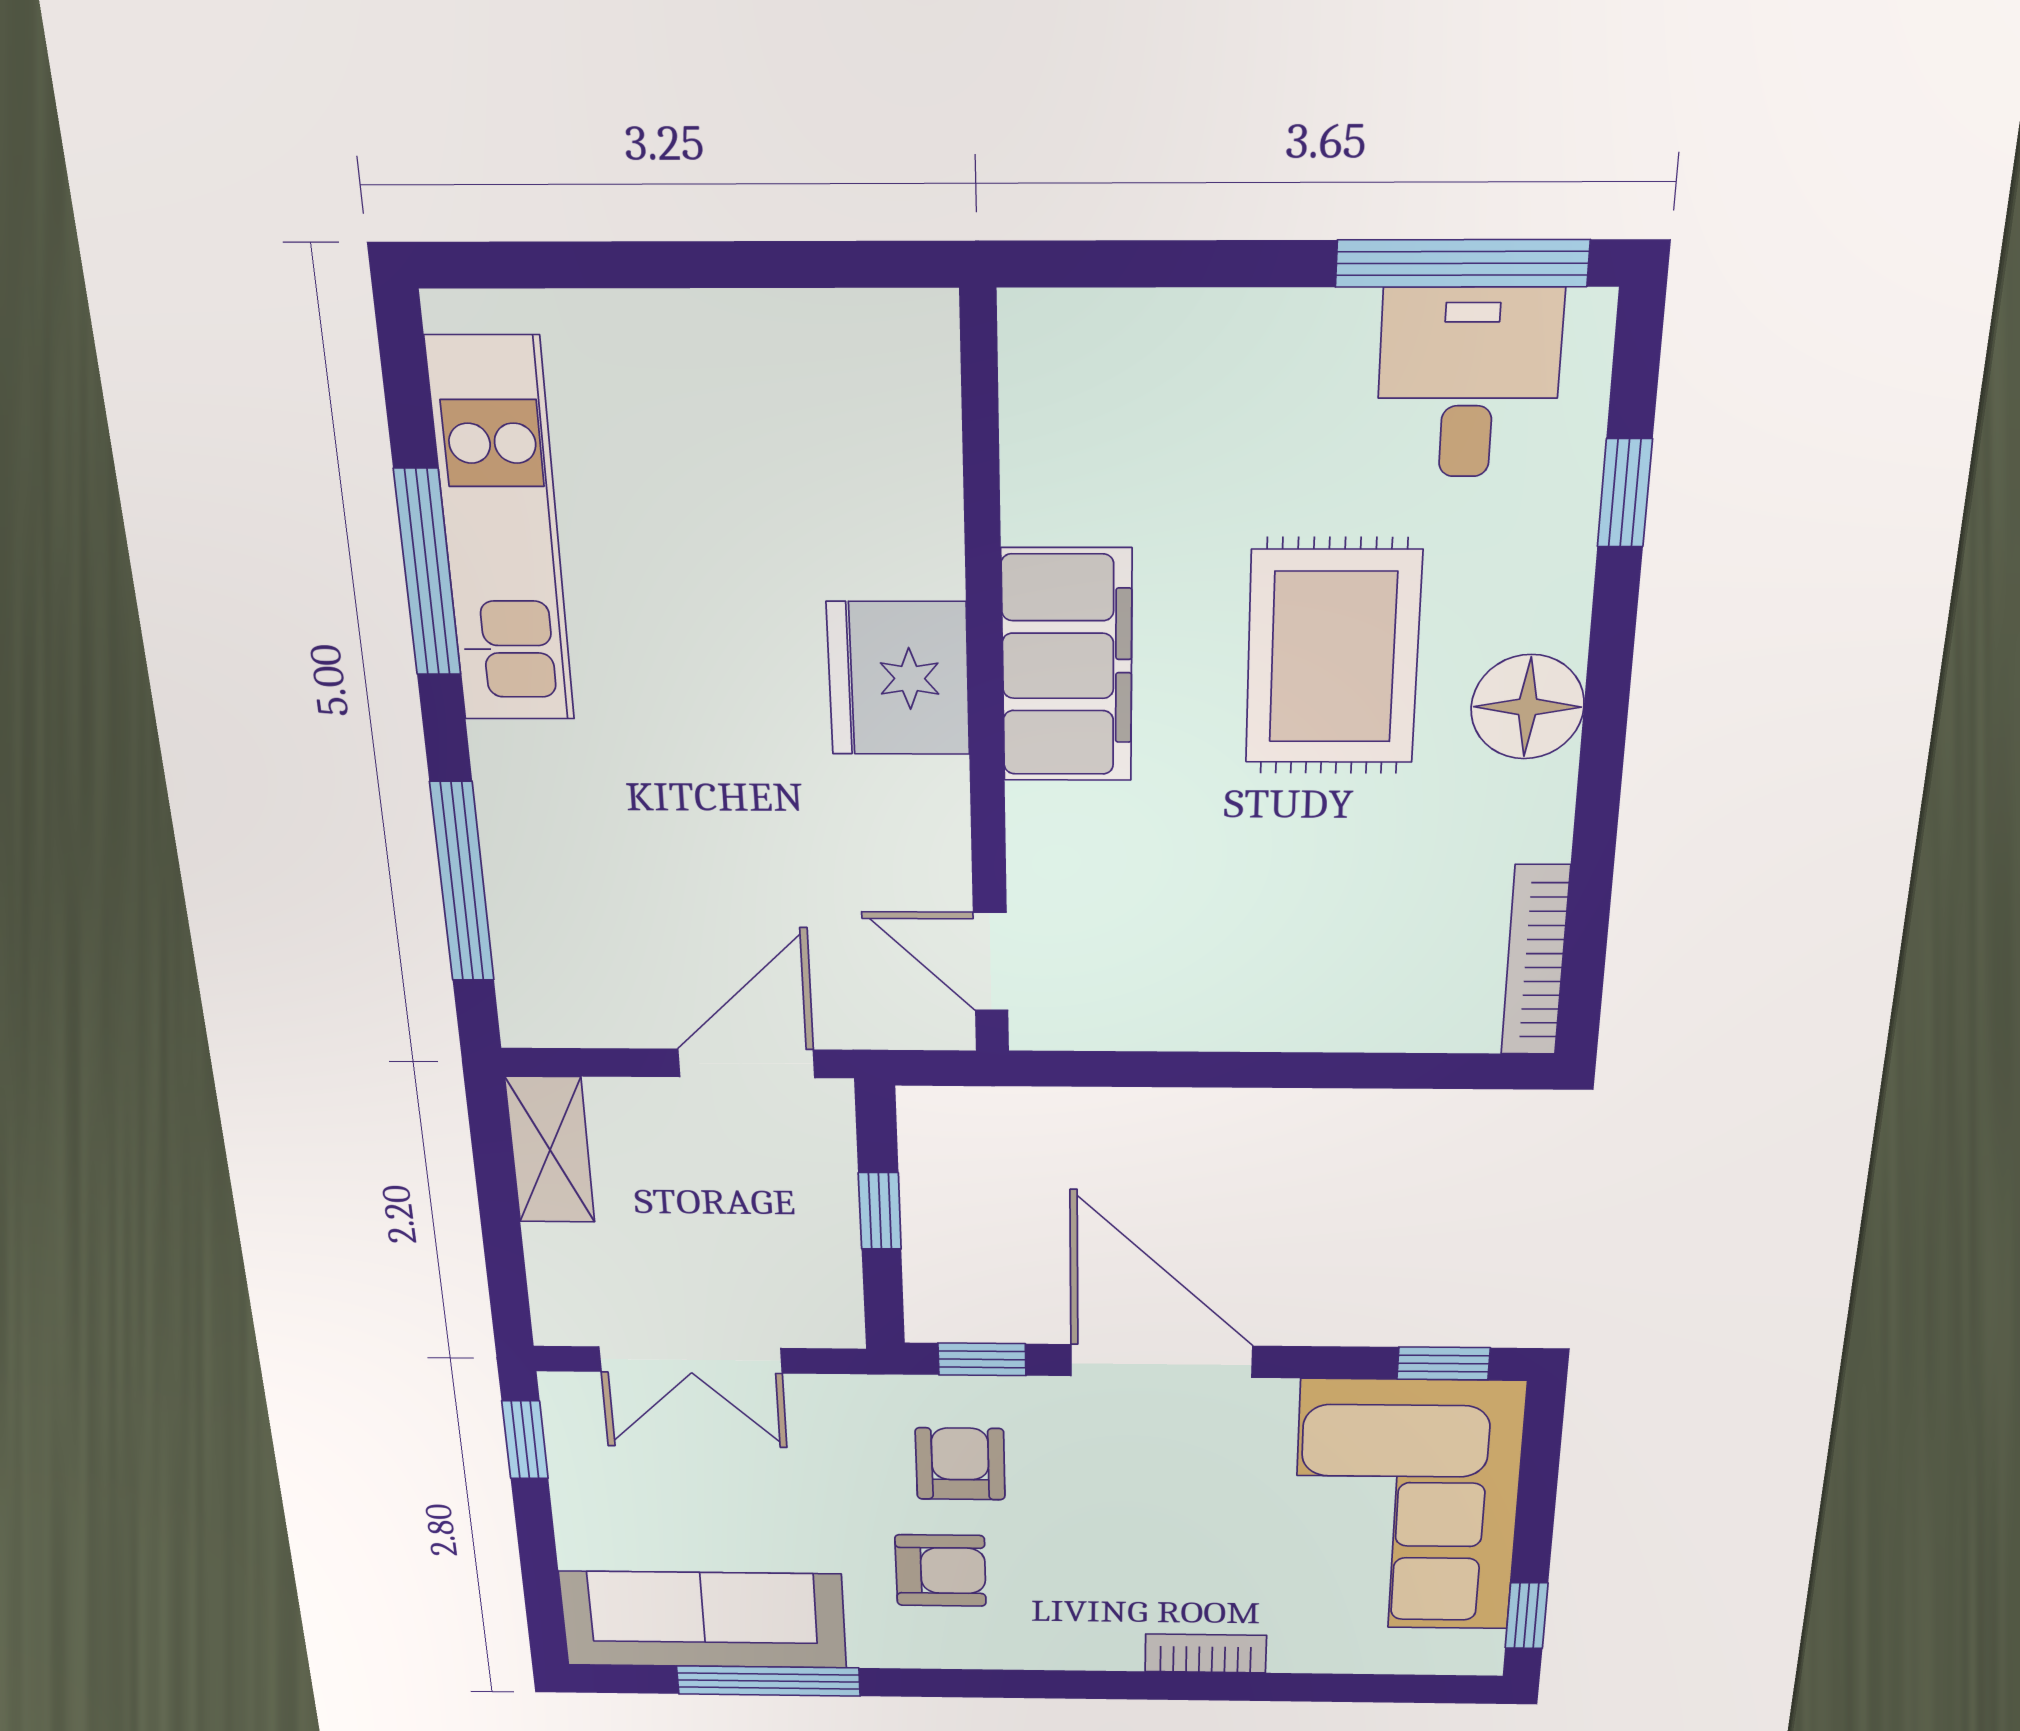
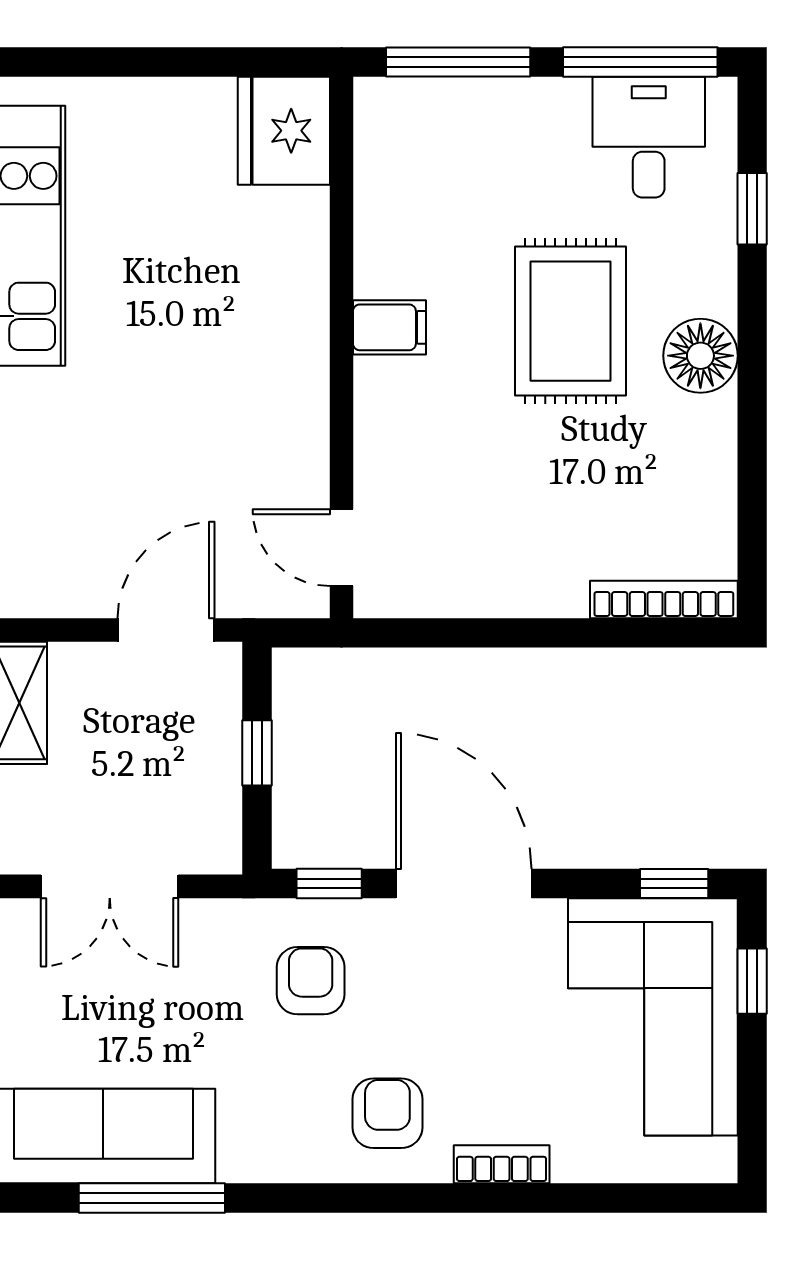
window: (1166, 264) -> (458, 62), added
filing cabinet: (1067, 666) -> (390, 327), width x0.33, depth x0.86
fridge: (899, 679) -> (284, 131), moved
bookcase: (1535, 961) -> (664, 599), moved, turned 90
armchair: (941, 1571) -> (387, 1113), moved, turned -90
window: (1527, 1616) -> (752, 981), moved

